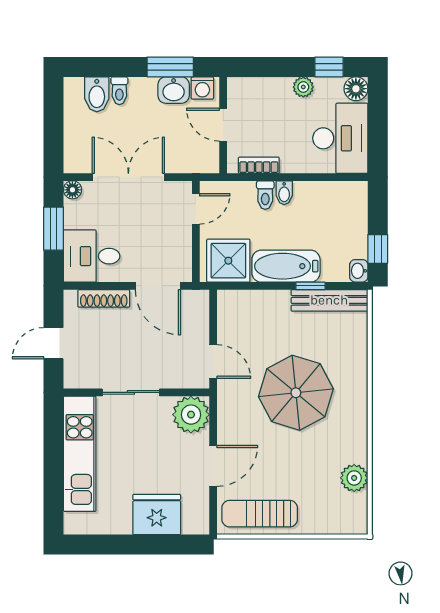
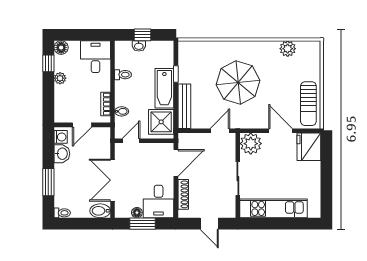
window: (170, 67) -> (48, 182), moved
toilet: (119, 91) -> (62, 213), moved
bidet: (97, 94) -> (100, 211), moved, turned 180
desk: (340, 138) -> (95, 57), width x0.73
floor lamp: (72, 190) -> (137, 213), moved
bidet: (284, 193) -> (122, 111), moved
toilet: (265, 195) -> (123, 75), moved
door: (196, 209) -> (131, 141), hinge flipped
window: (378, 249) -> (142, 35), moved
washbasin: (359, 271) -> (139, 46), moved
bench: (329, 300) -> (184, 106), moved
fridge: (157, 514) -> (309, 147), moved

